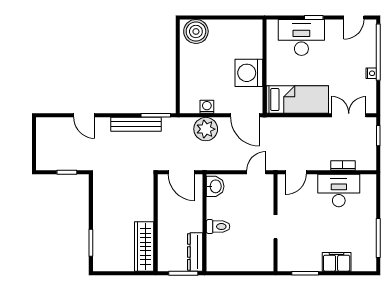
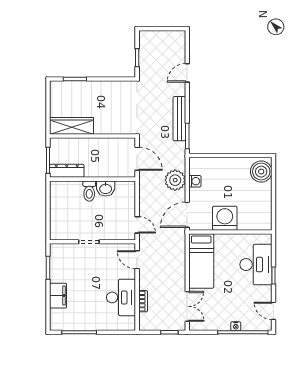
nightstand: (371, 73) -> (236, 326), moved
door: (181, 172) -> (137, 159), swing flipped
washbasin: (215, 186) -> (106, 188), moved

